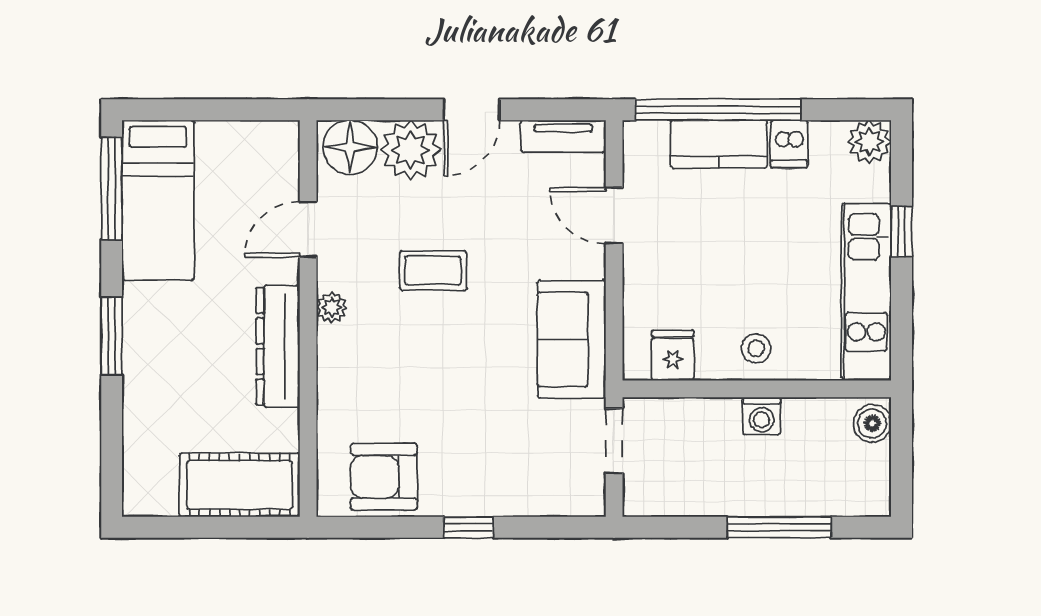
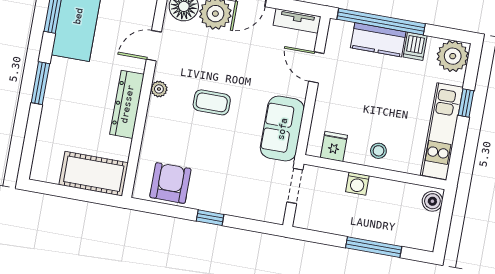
plant: (869, 142) -> (453, 56), width x1.36, depth x1.36
coffee table: (433, 271) -> (212, 102), moved
washing machine: (762, 416) -> (357, 184), moved
armchair: (384, 477) -> (170, 183), turned 90

